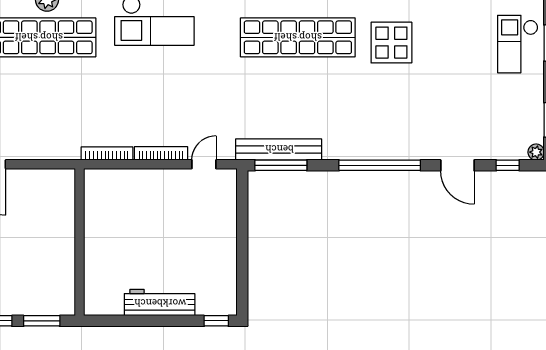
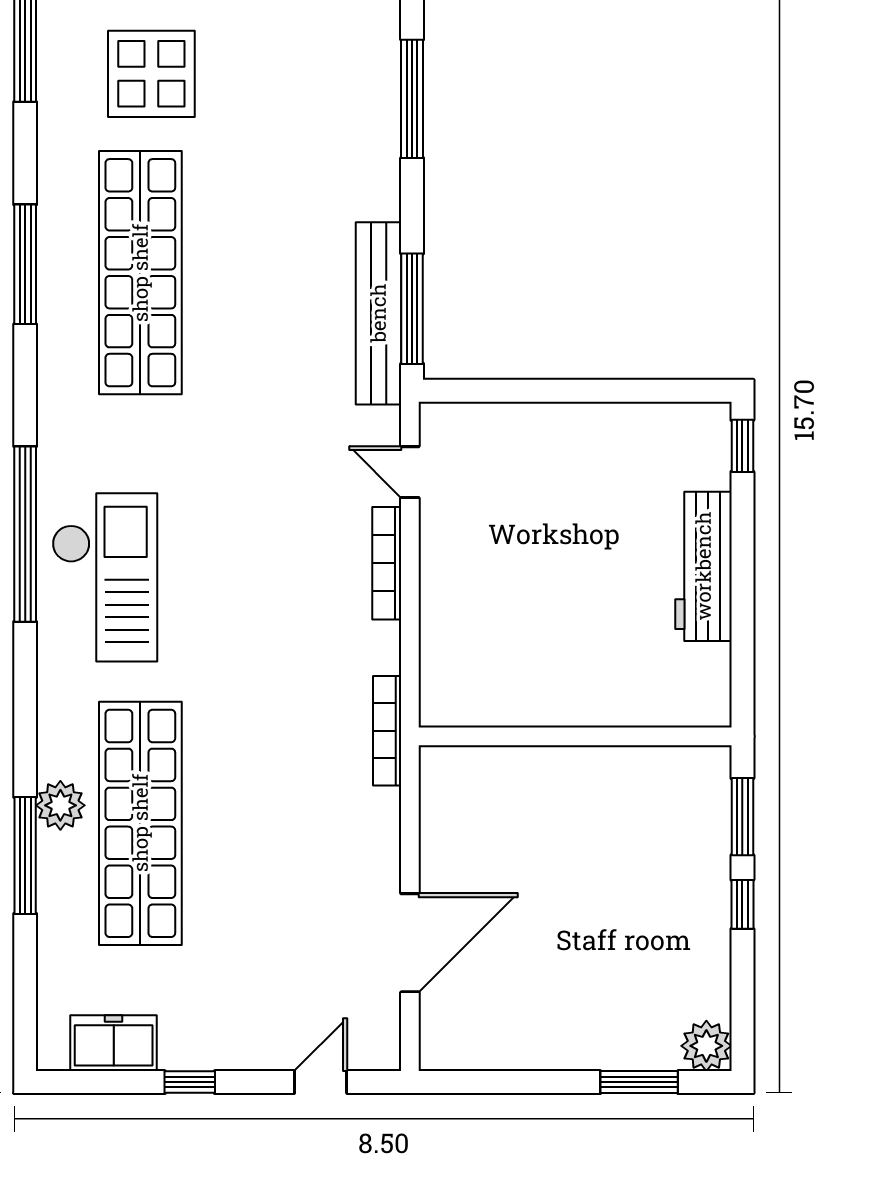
bookcase: (107, 154) -> (387, 731), moved
window: (380, 165) -> (412, 99), width x0.68

